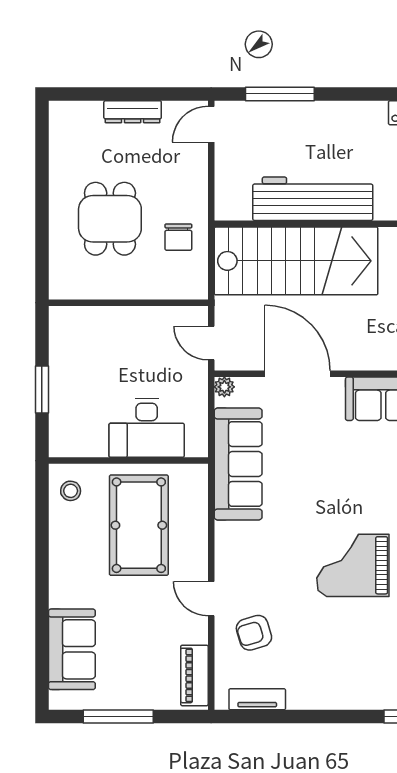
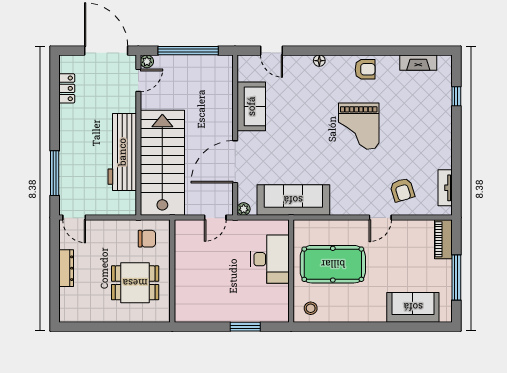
wall: (128, 303) -> (172, 271), moved
piano: (194, 675) -> (443, 239), moved, turned 90

